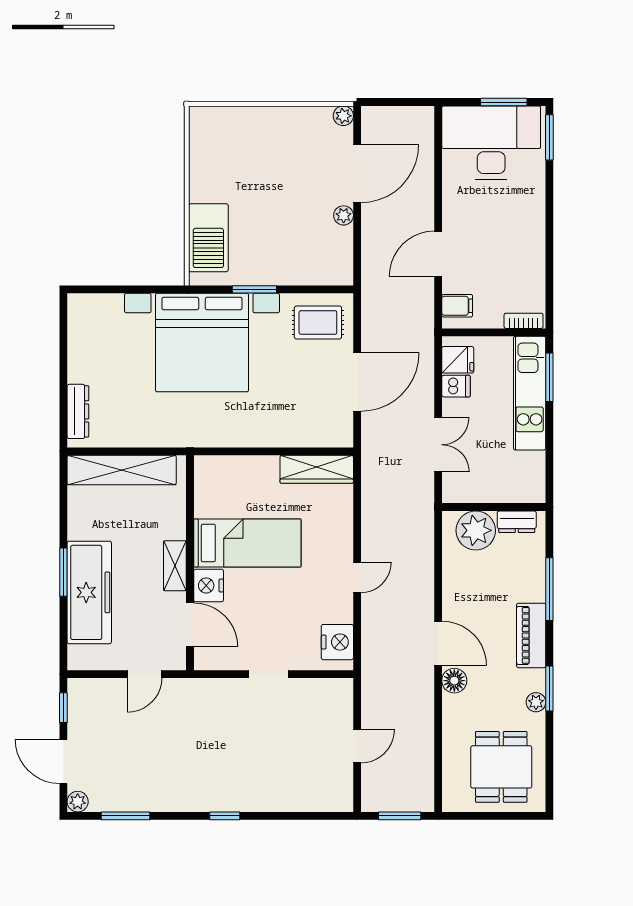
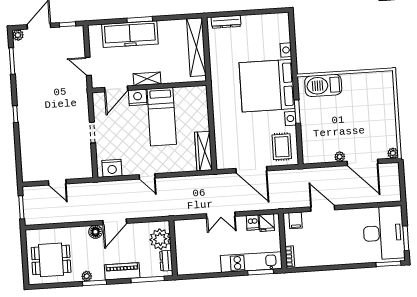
wall: (494, 507) -> (173, 248), moved
dresser: (517, 522) -> (166, 261), moved
plant: (476, 530) -> (160, 239), moved

